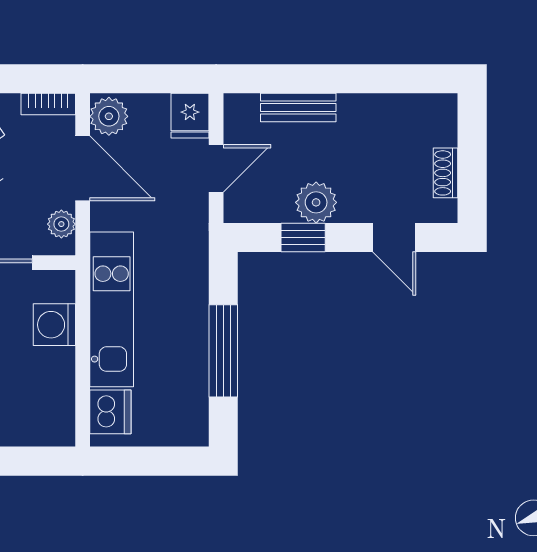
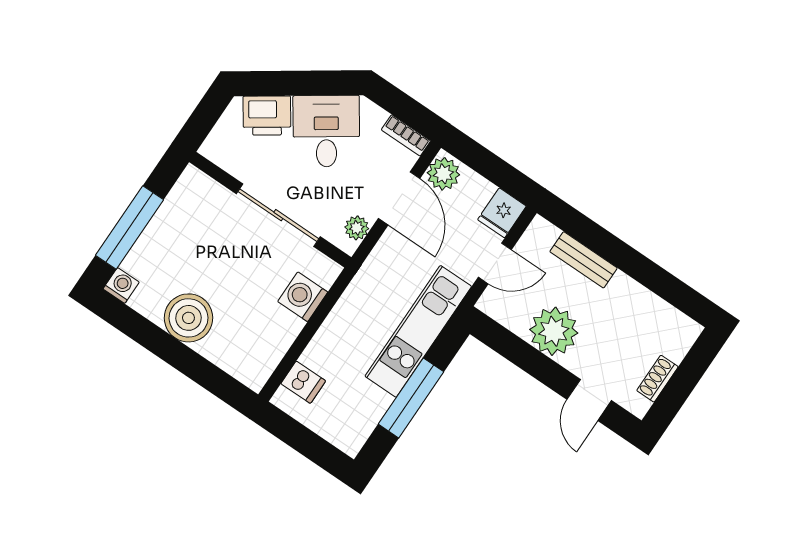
plant: (316, 202) -> (554, 331), width x1.36, depth x1.36
window: (303, 237) -> (524, 355), removed
kitchen unit: (112, 309) -> (418, 331), moved, turned 180
dishwasher: (110, 412) -> (303, 382), width x0.73

